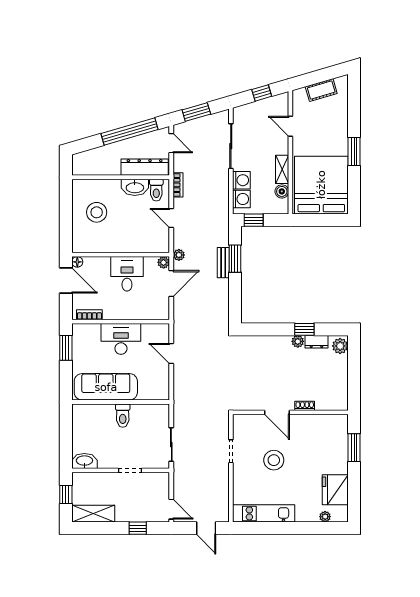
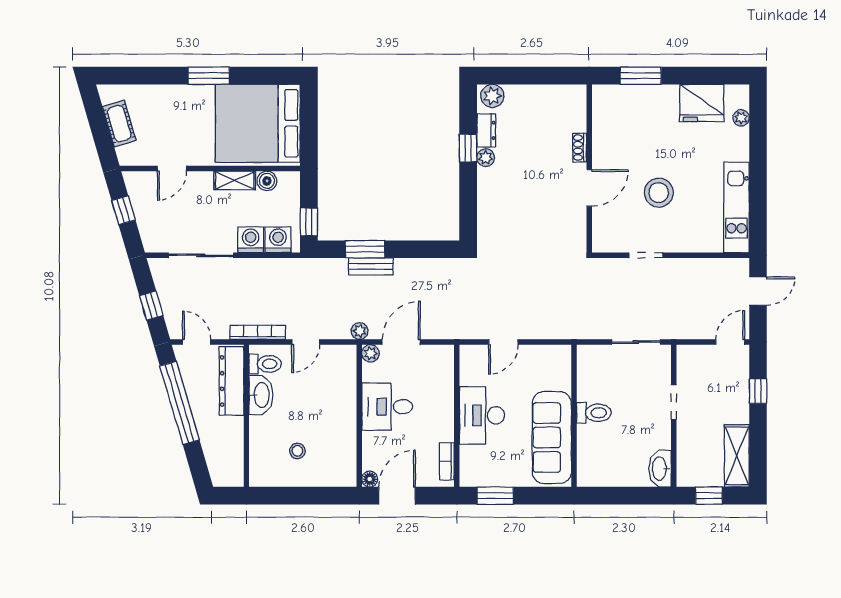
window: (196, 112) -> (151, 306), width x0.67
door: (171, 143) -> (197, 342), hinge flipped
bookcase: (178, 185) -> (258, 332), width x1.56
stool: (97, 212) -> (297, 451), width x0.53, depth x0.53
door: (171, 283) -> (401, 342), hinge flipped

